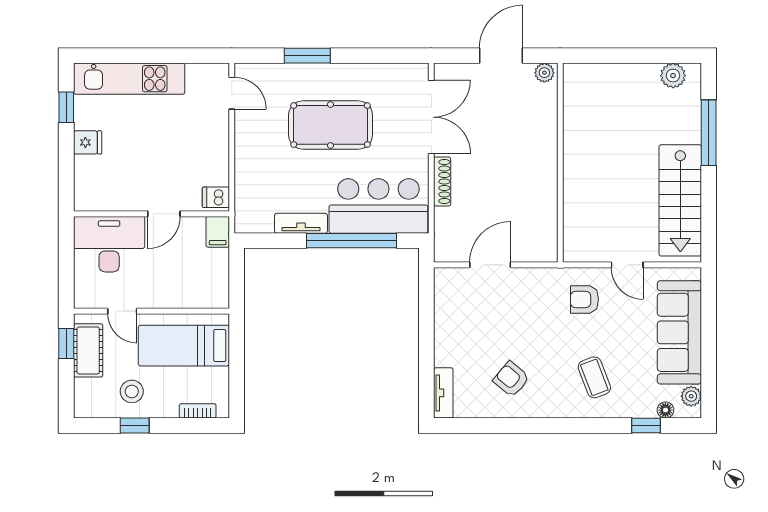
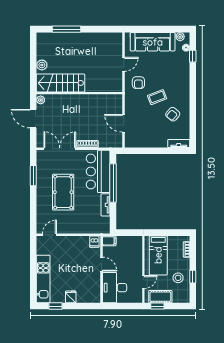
window: (307, 56) -> (33, 176), moved
plant: (673, 76) -> (42, 65), moved
stairs: (680, 200) -> (61, 83), moved, turned 180
coffee table: (594, 377) -> (157, 97), moved

